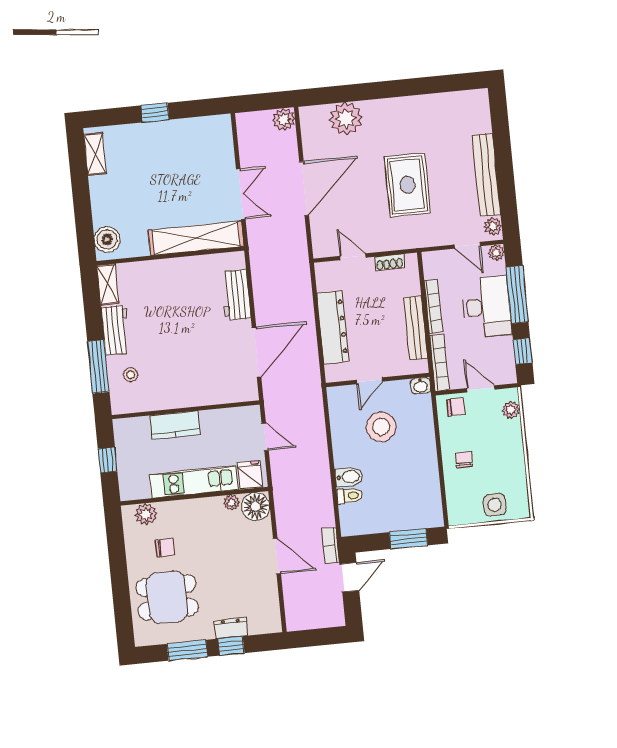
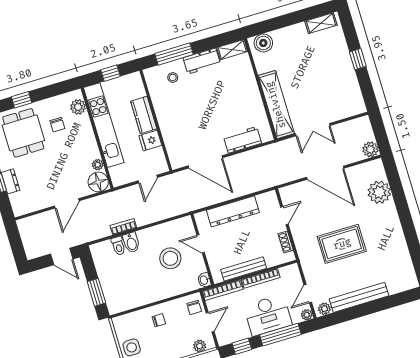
fridge: (250, 475) -> (150, 141), moved, turned 180
kitchen unit: (194, 482) -> (104, 125), width x1.36
bookcase: (331, 546) -> (123, 227), moved
window: (121, 591) -> (22, 100), added

